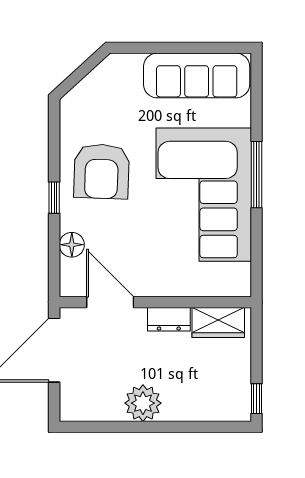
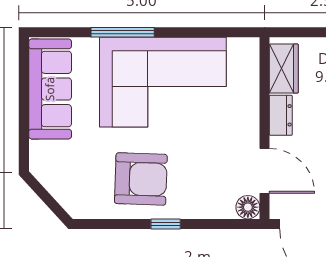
window: (257, 175) -> (123, 32), moved
floor lamp: (72, 245) -> (248, 207), moved
door: (110, 302) -> (265, 171), swing flipped

